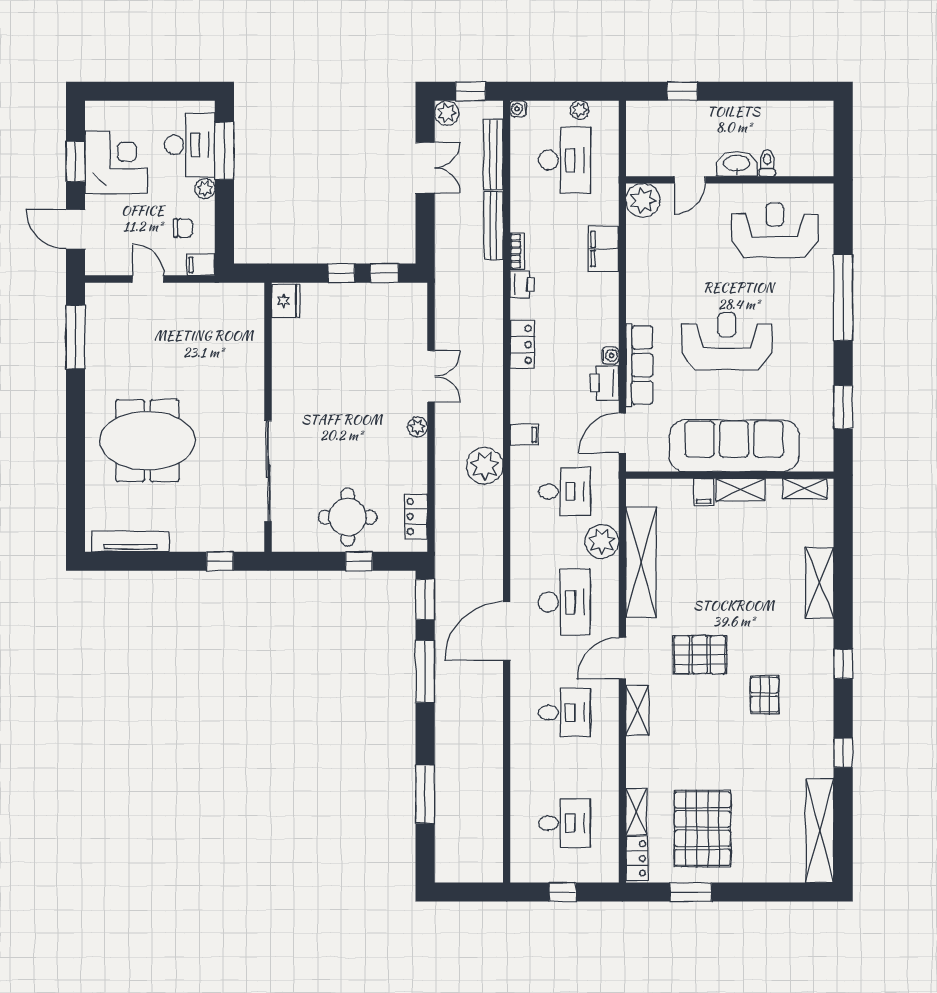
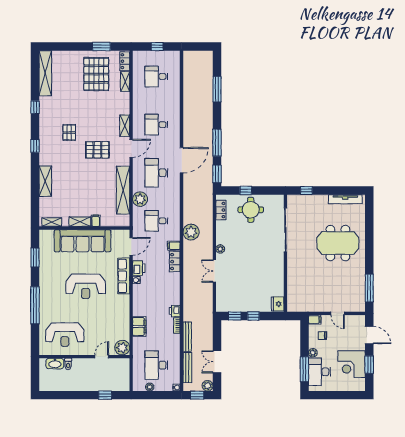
washbasin: (737, 164) -> (55, 364), moved
locker: (522, 344) -> (175, 262), moved

